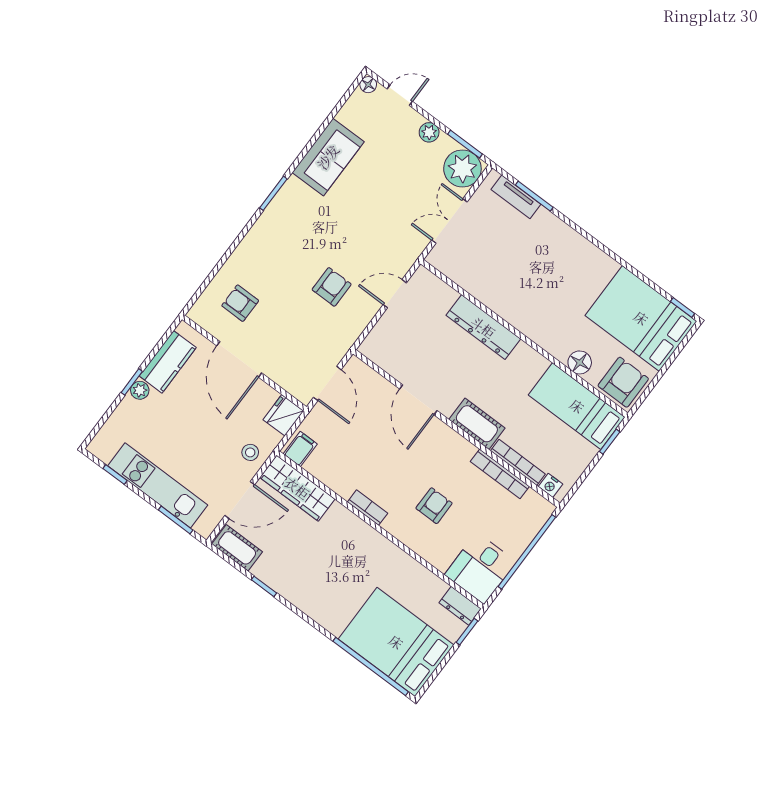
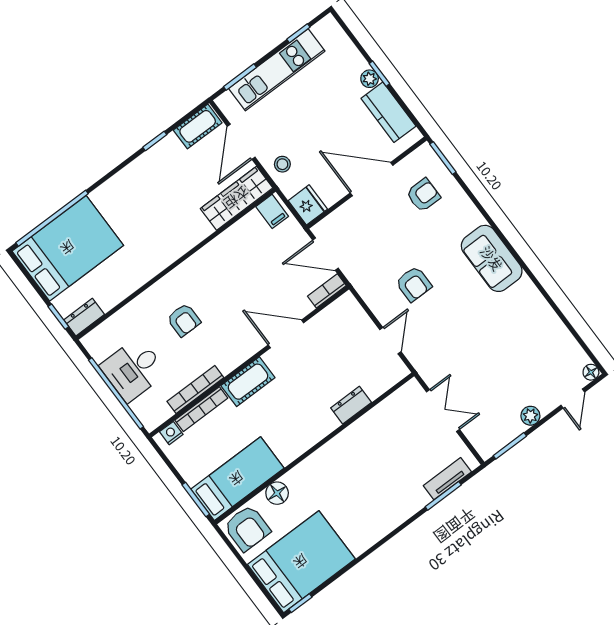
sofa: (328, 157) -> (492, 258), moved
plant: (462, 169) -> (488, 437), removed
window: (273, 193) -> (443, 158), moved
dresser: (483, 327) -> (351, 405), width x0.51, depth x0.80
window: (610, 442) -> (196, 500), width x1.50
bookcase: (368, 508) -> (327, 291), moved, turned 180
desk: (480, 568) -> (133, 369), moved, turned -90

